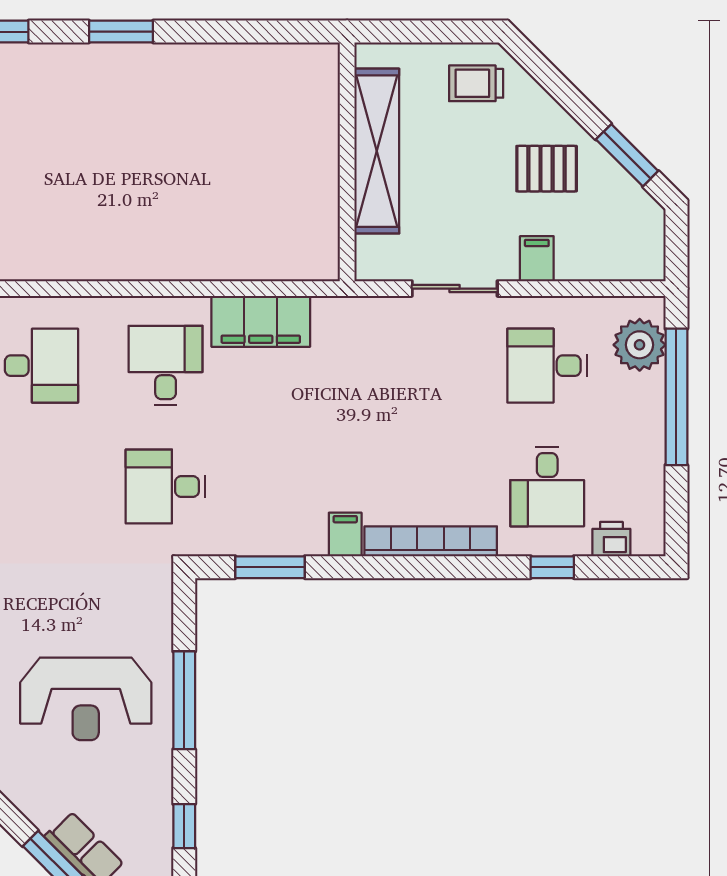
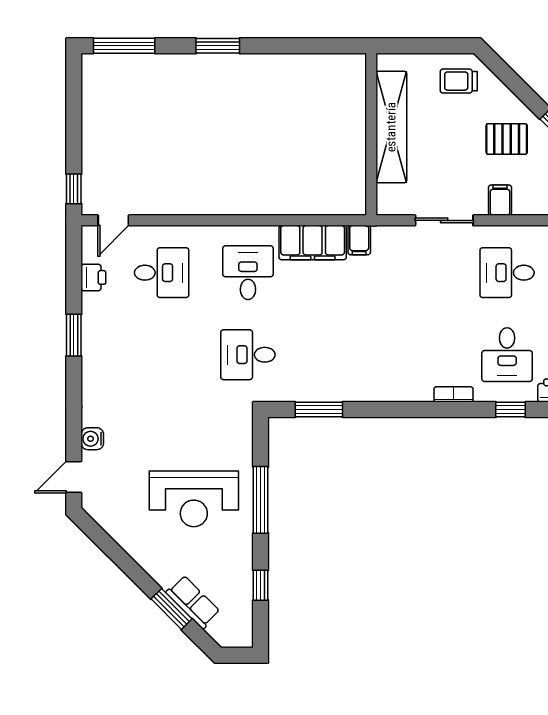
filing cabinet: (345, 535) -> (359, 240), moved, turned 180
bookcase: (431, 541) -> (454, 394), width x0.43, depth x0.76

